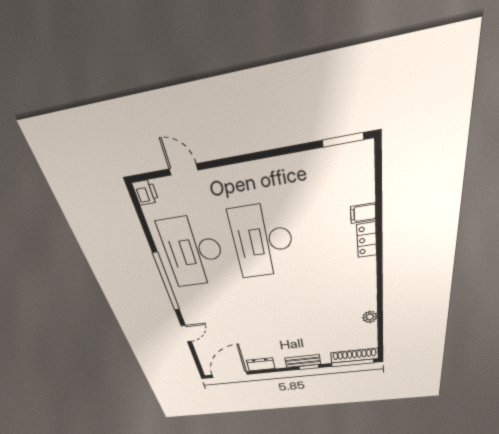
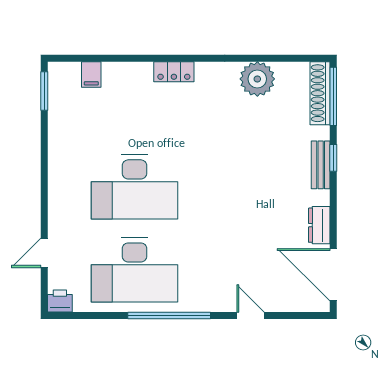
filing cabinet: (363, 213) -> (91, 74), moved
locker: (367, 240) -> (174, 72), moved
plant: (370, 317) -> (257, 79), width x1.88, depth x1.88

